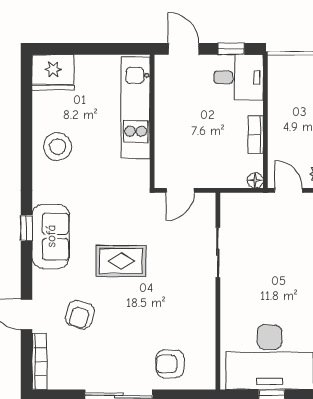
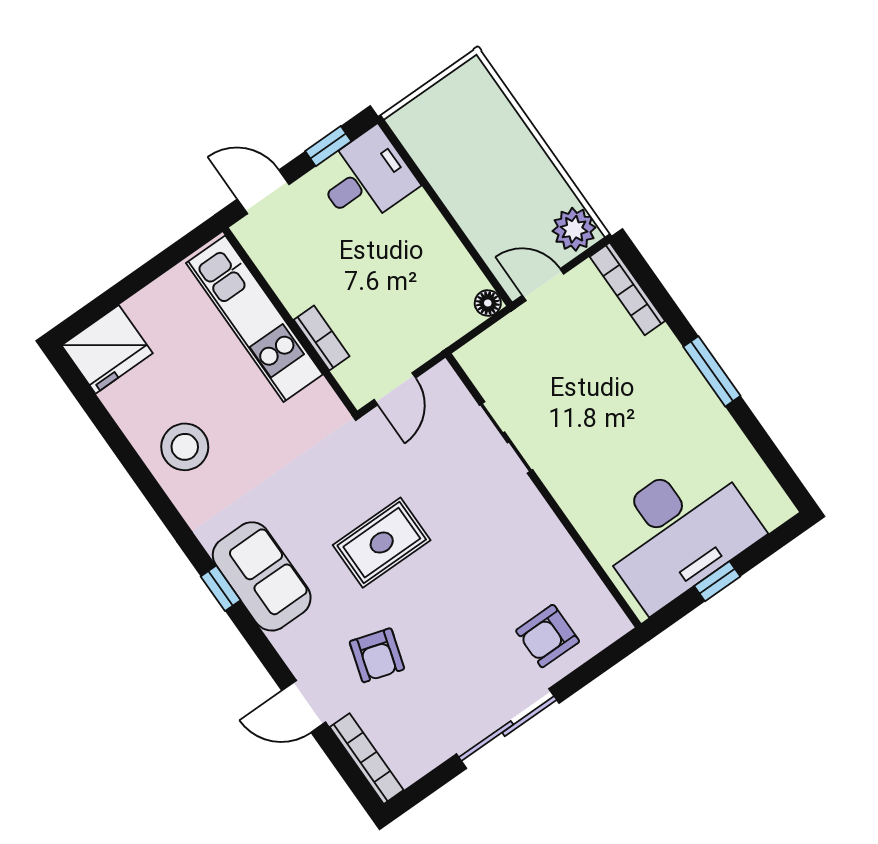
bookcase: (256, 135) -> (322, 338), moved, turned 180

